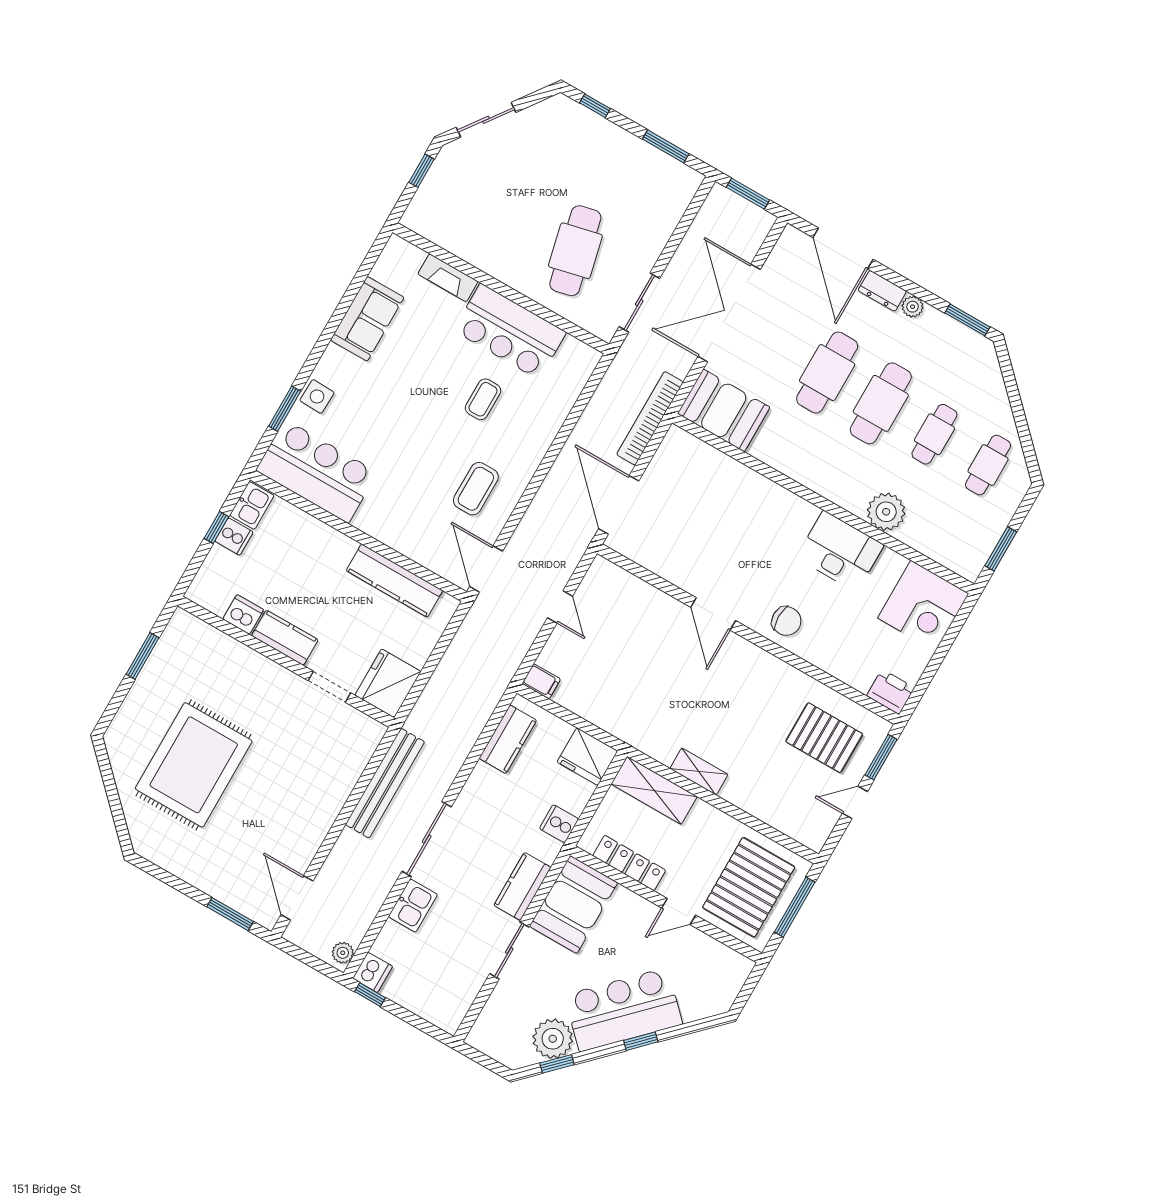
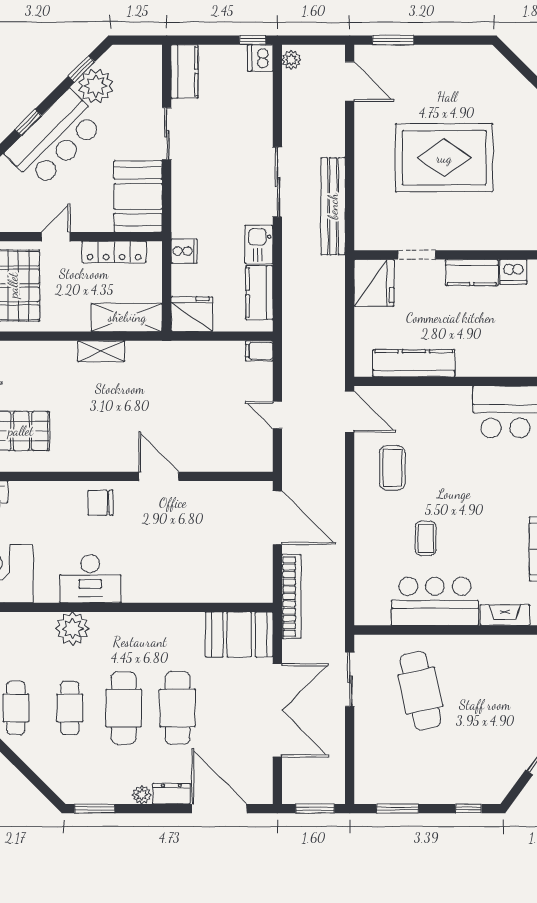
rug: (194, 765) -> (444, 158), moved, turned 90
kitchen counter: (522, 886) -> (185, 71), moved
kitchen sink: (413, 906) -> (259, 244), moved

